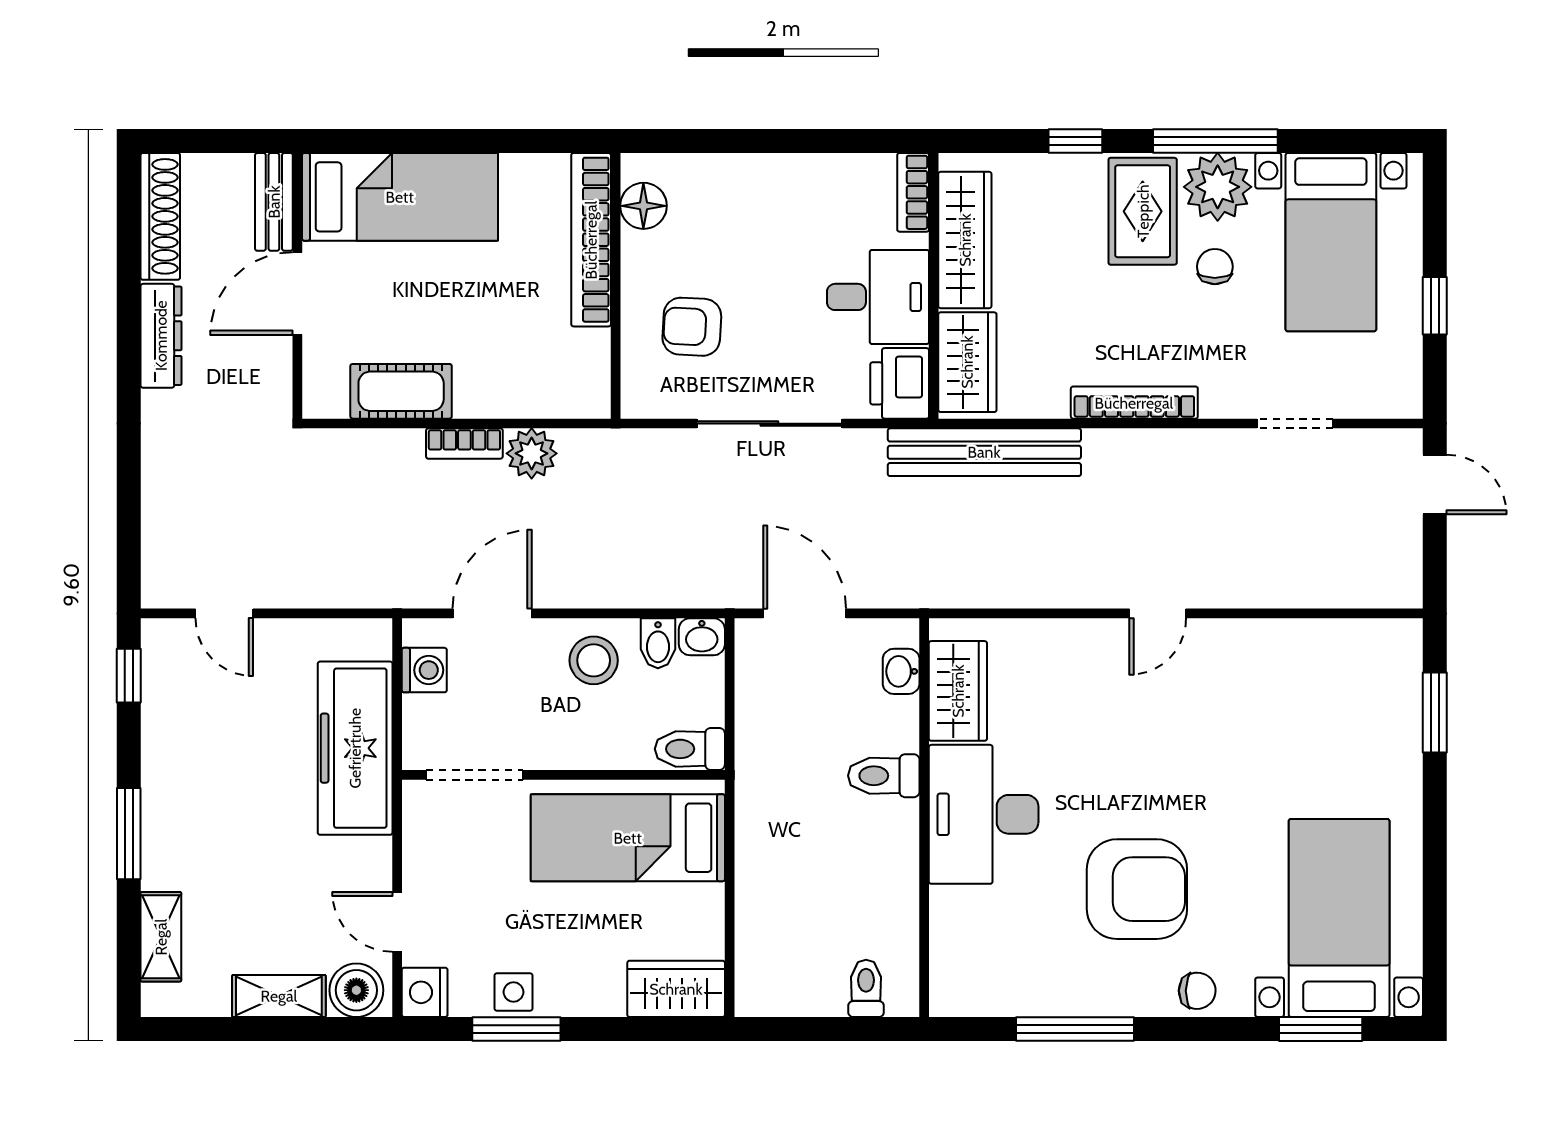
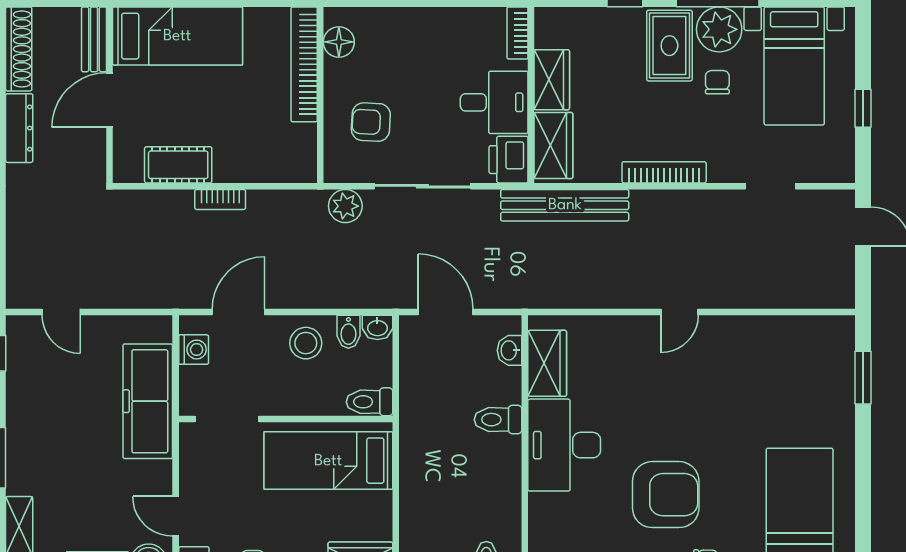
wardrobe: (965, 240) -> (552, 80), width x0.67
plant: (532, 453) -> (345, 206), moved

